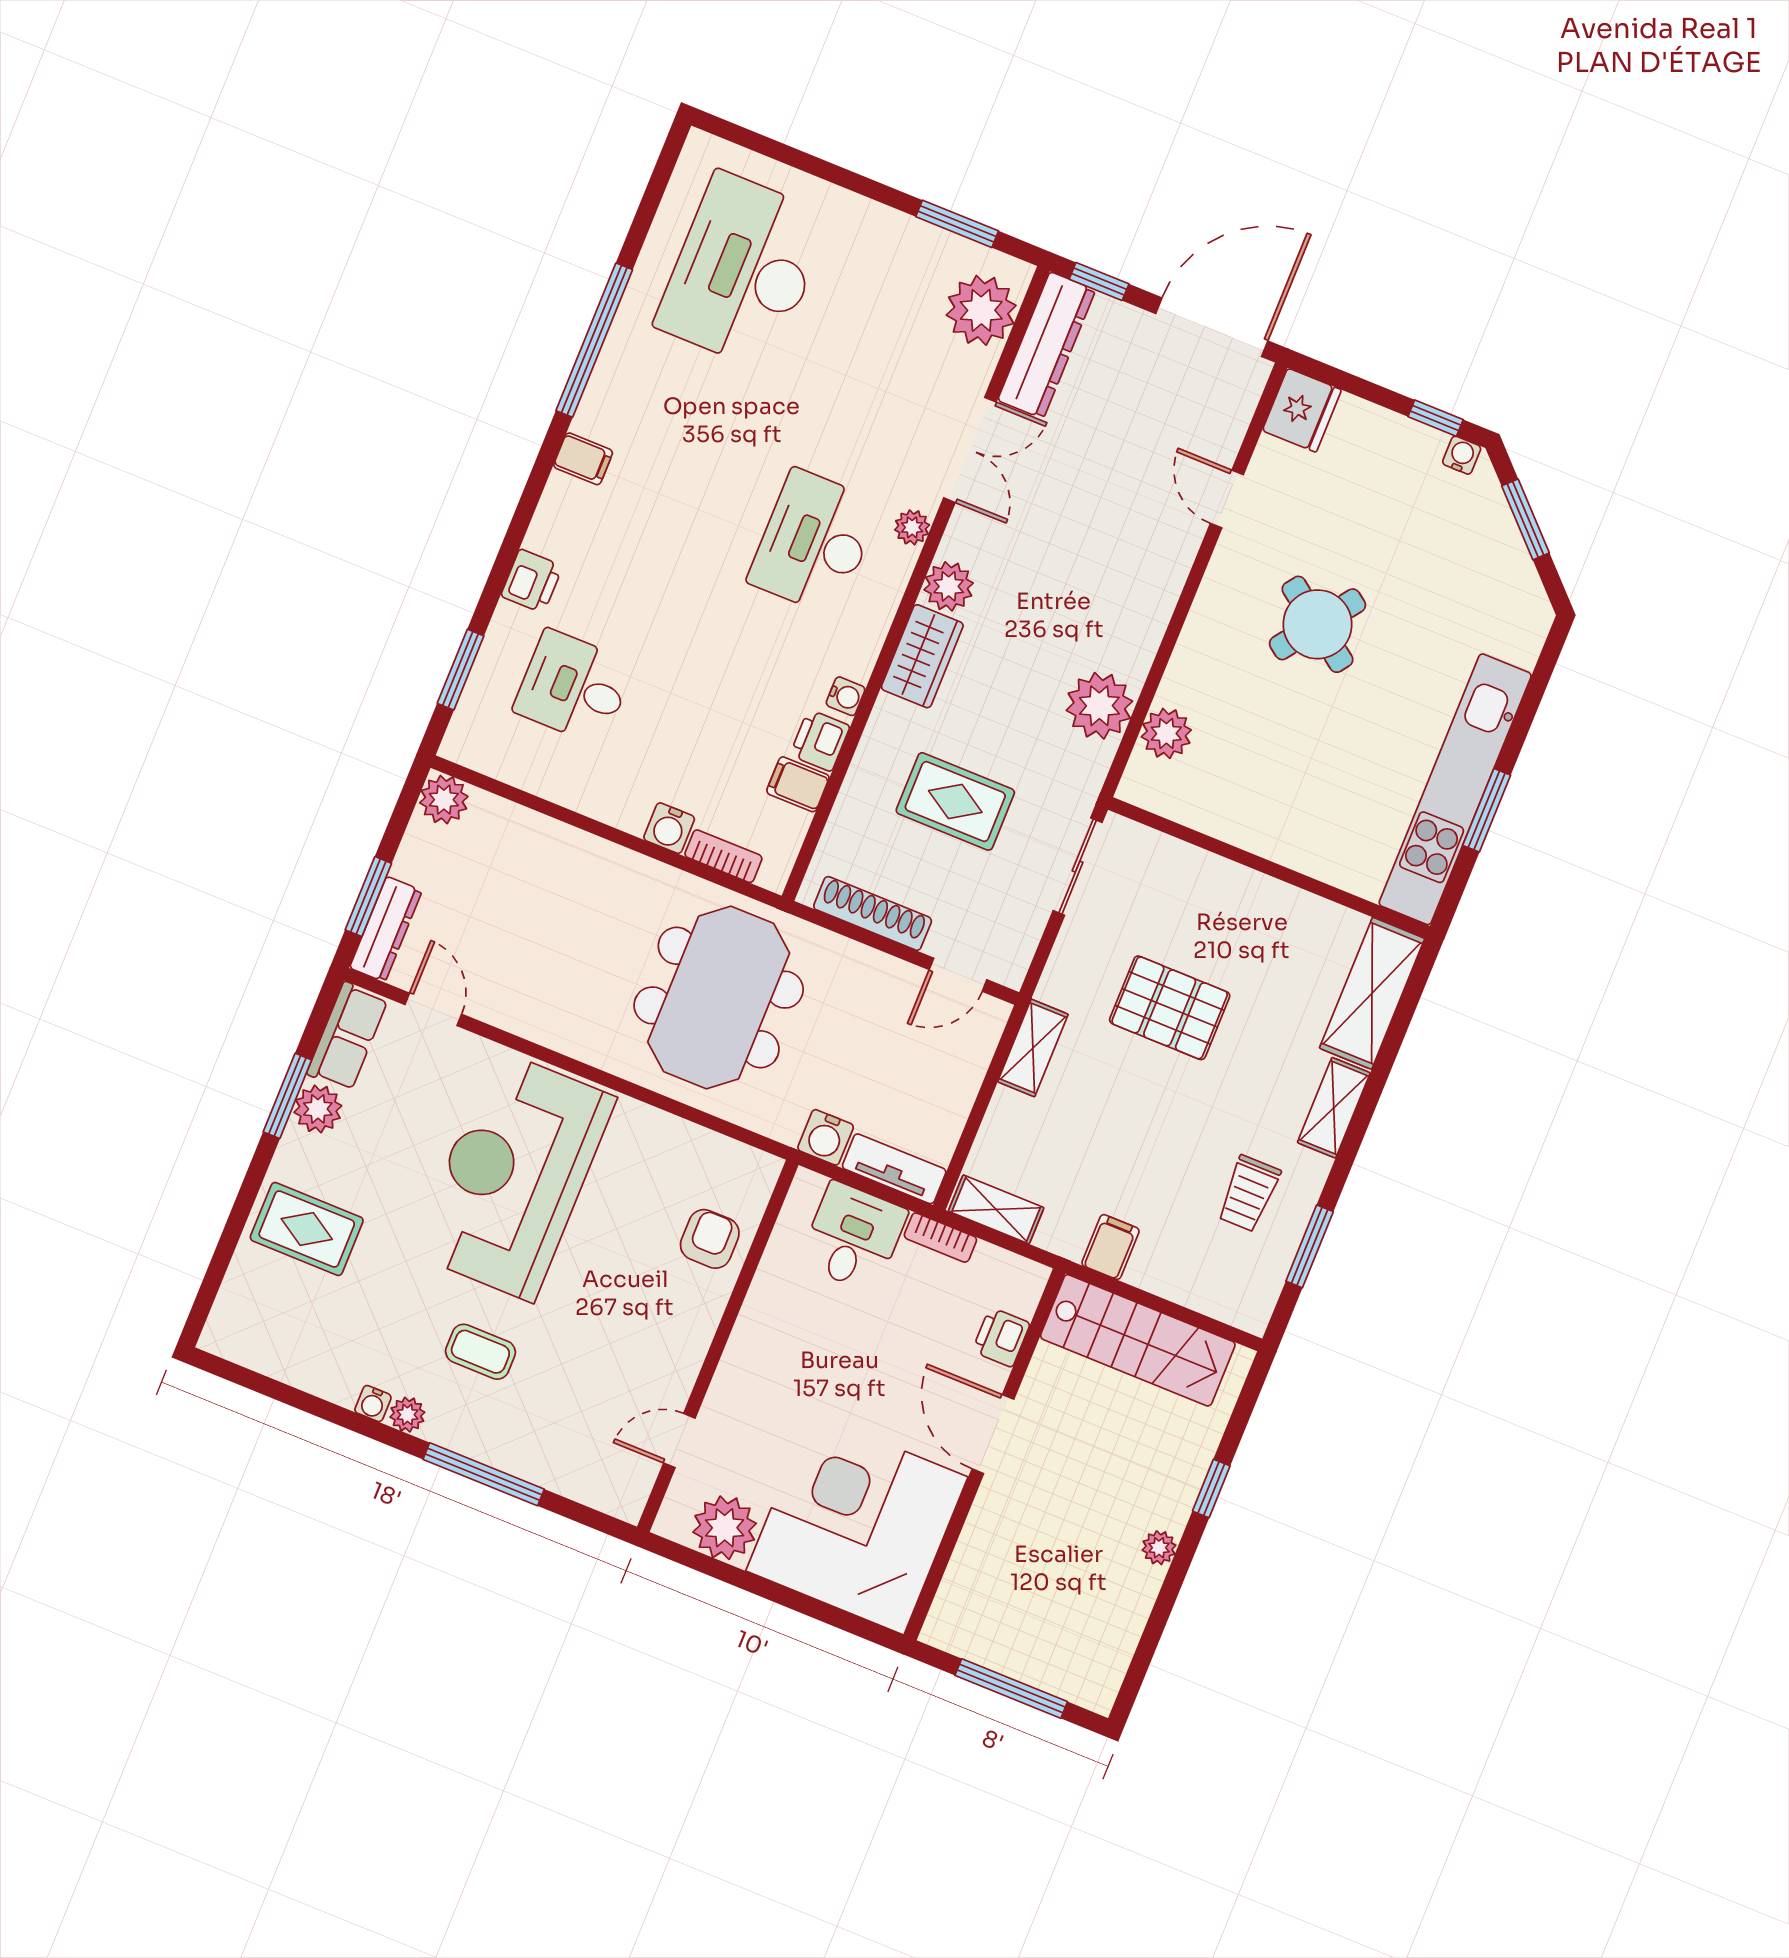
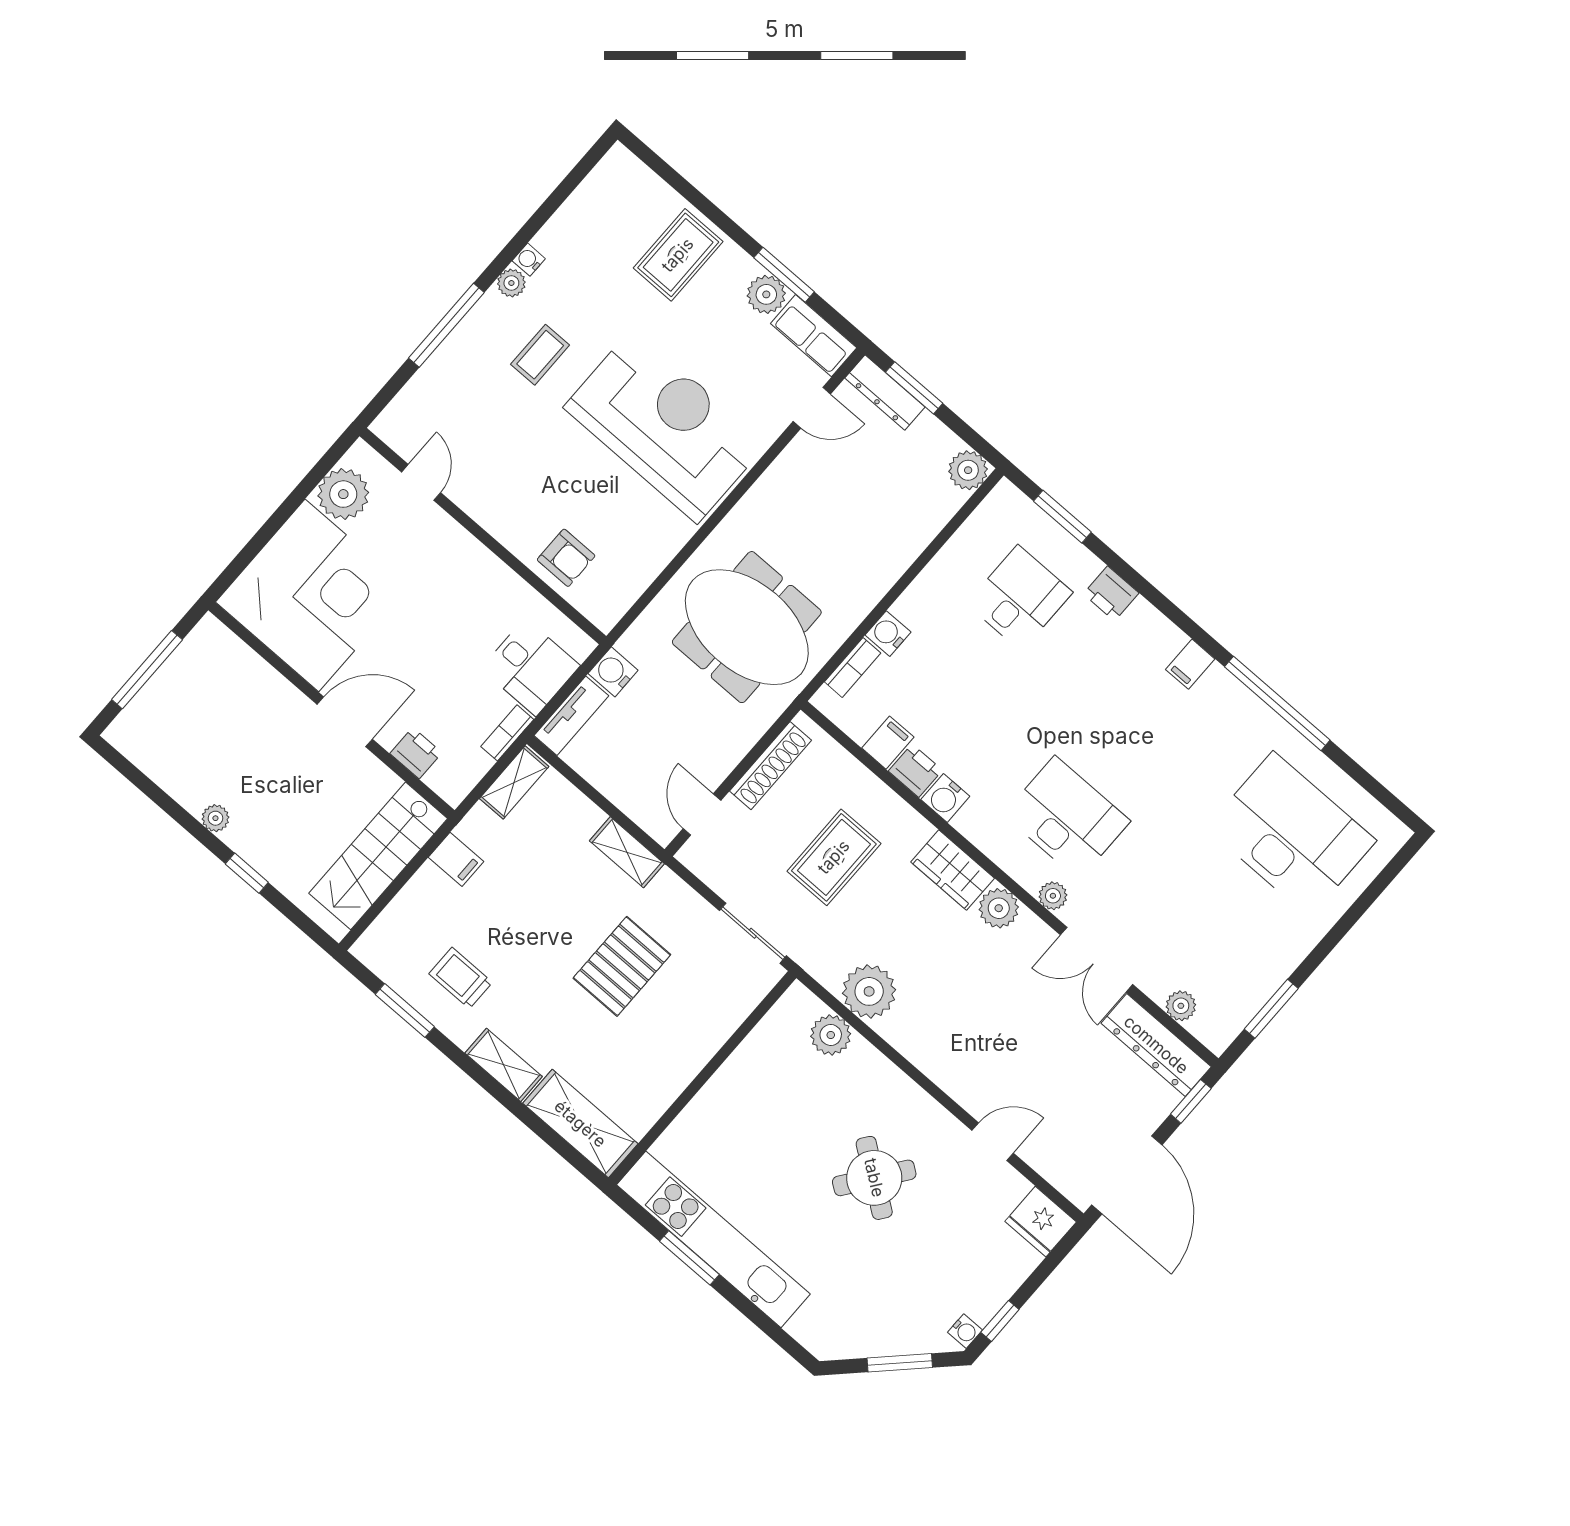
plant: (981, 310) -> (1181, 1006), width x0.53, depth x0.53
water cooler: (846, 696) -> (945, 798), width x1.38, depth x1.38

